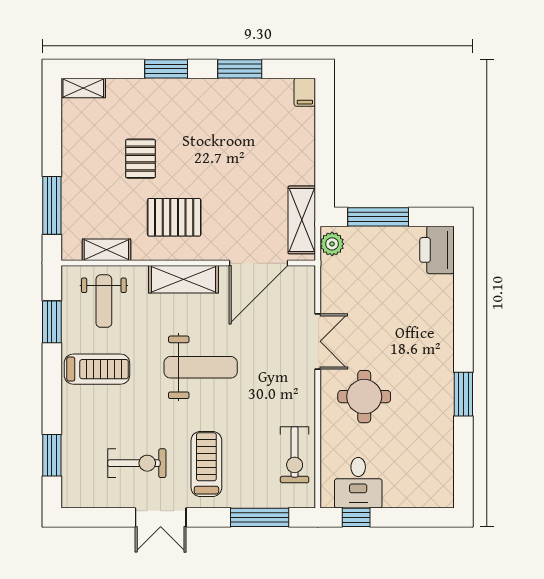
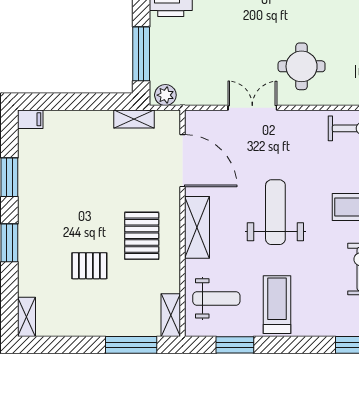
shelving: (302, 220) -> (134, 119), width x0.67, depth x0.75
shelving: (106, 250) -> (171, 315), moved

